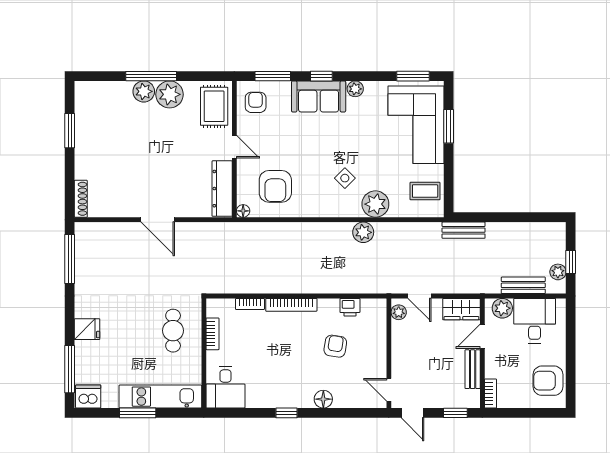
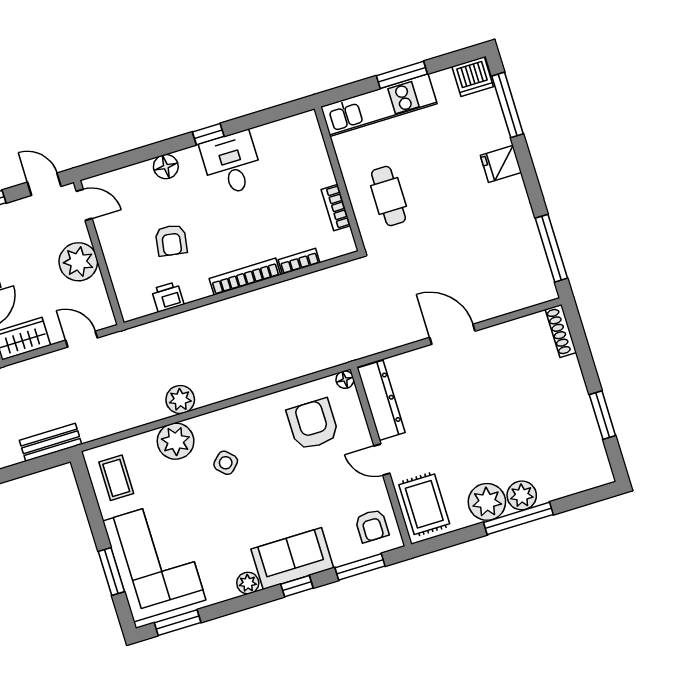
coffee table: (425, 191) -> (116, 478), turned 90
plant: (399, 312) -> (78, 262), moved, width x1.88, depth x1.88
desk: (225, 387) -> (232, 163), moved

